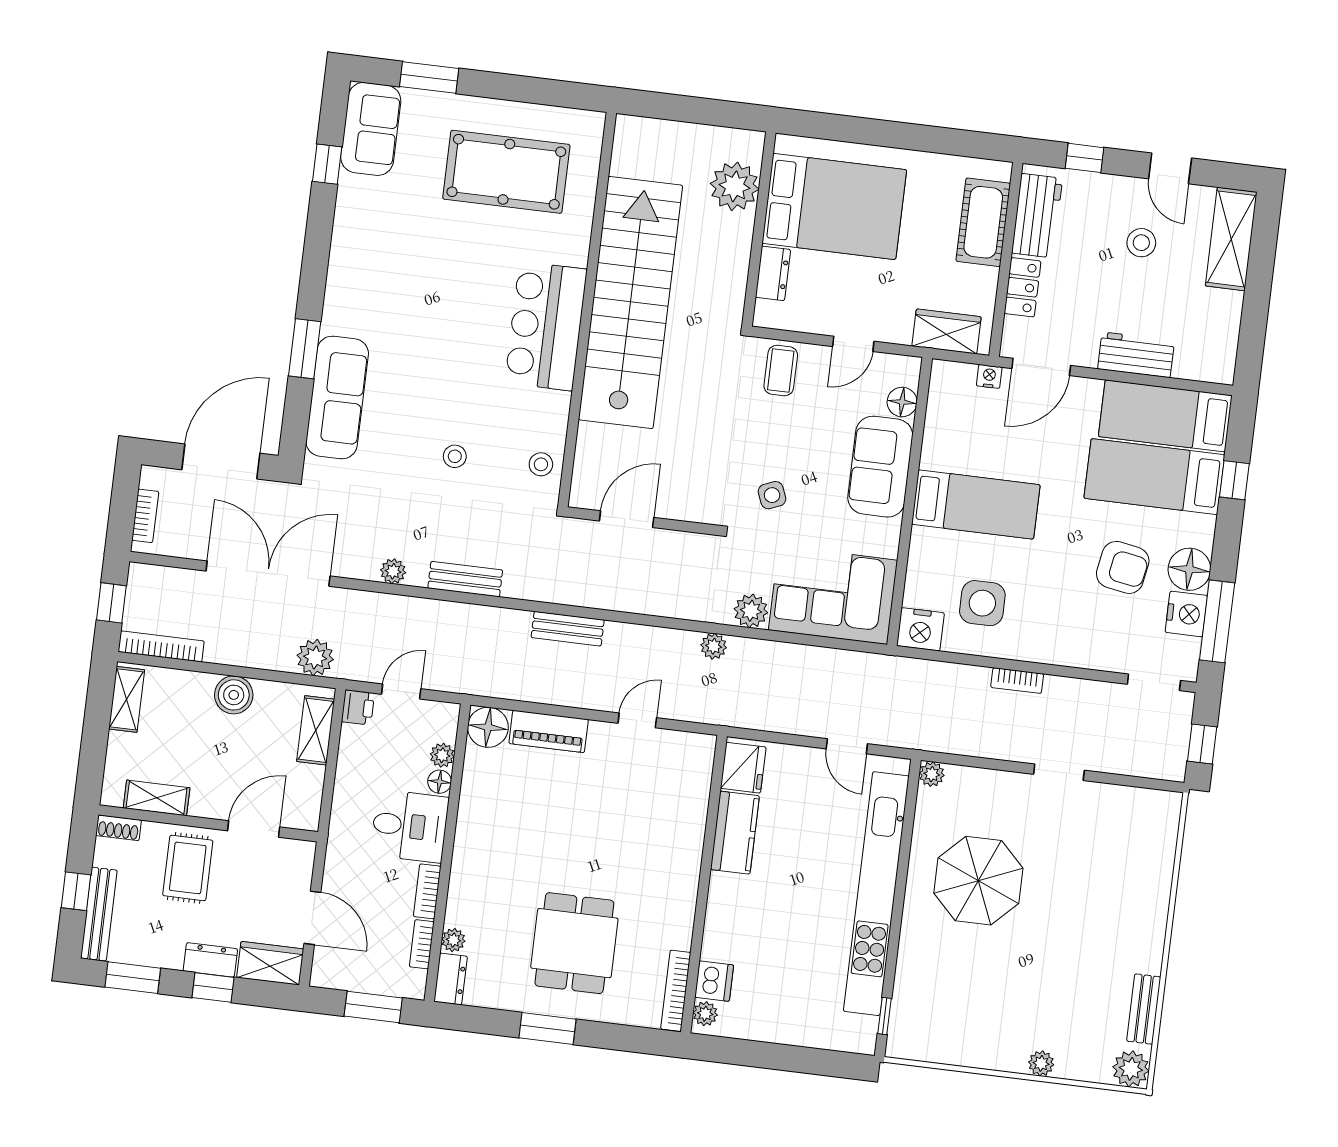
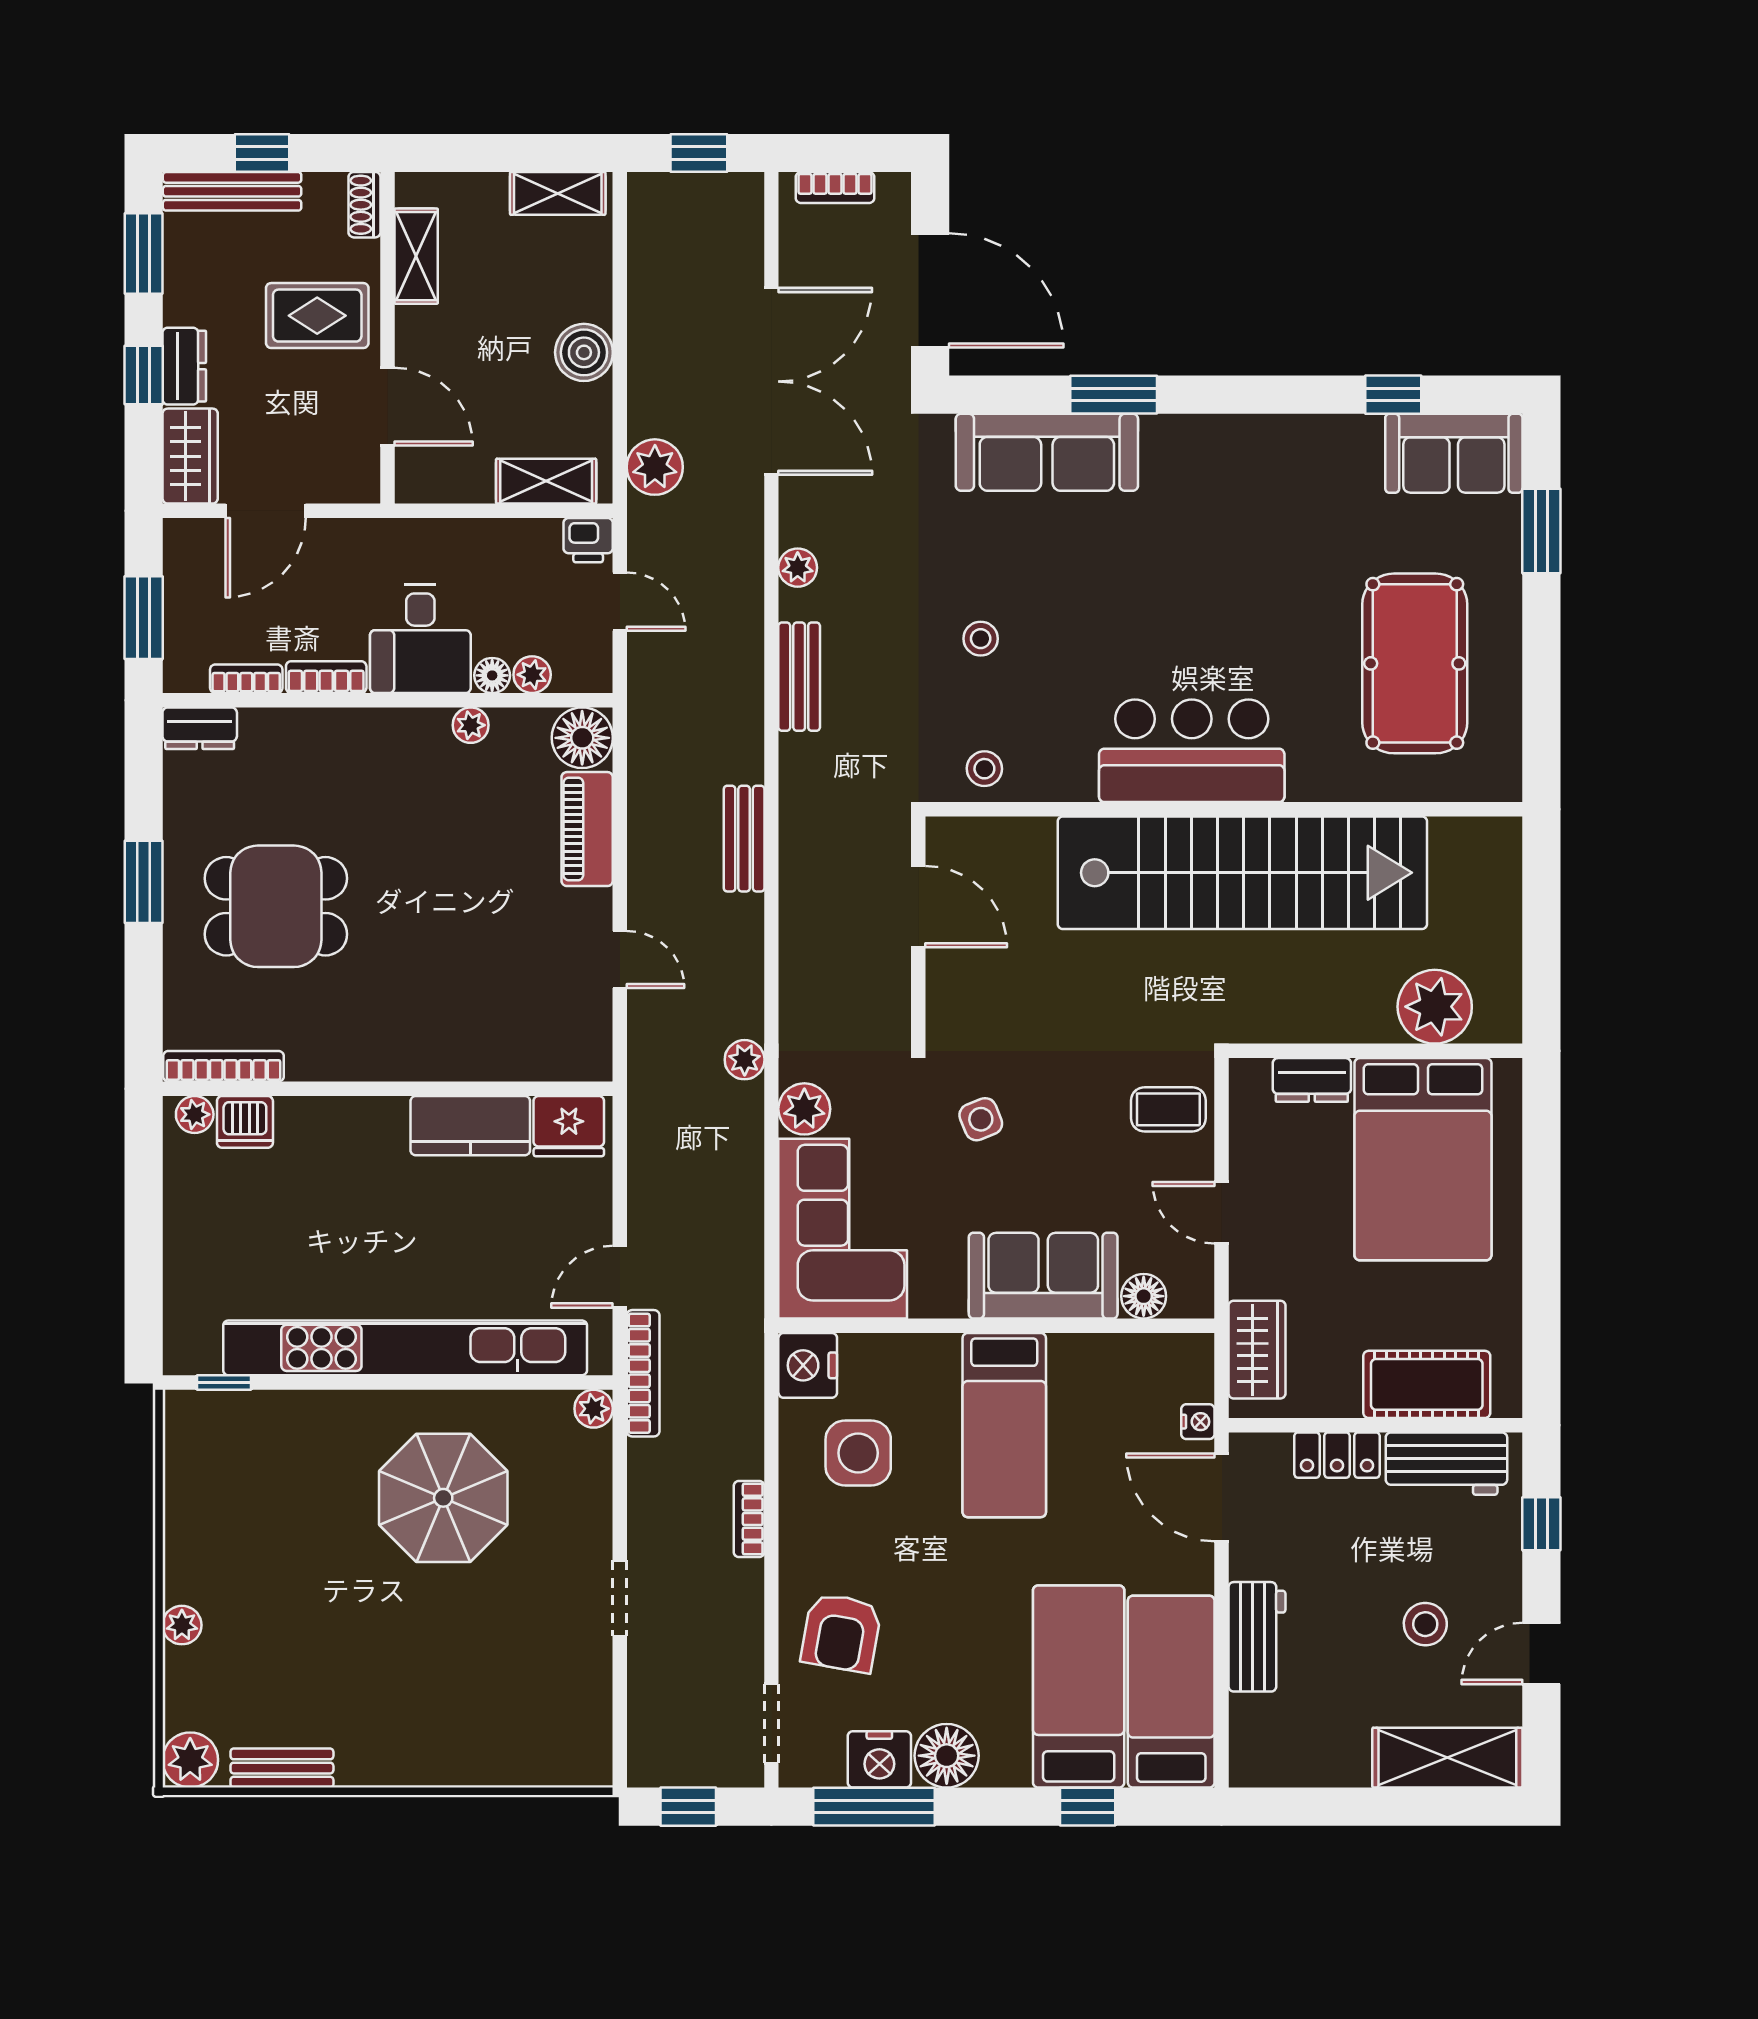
armchair: (1123, 567) -> (841, 1633), moved
bookcase: (161, 646) -> (643, 1373), moved
plant: (453, 940) -> (471, 725), moved

